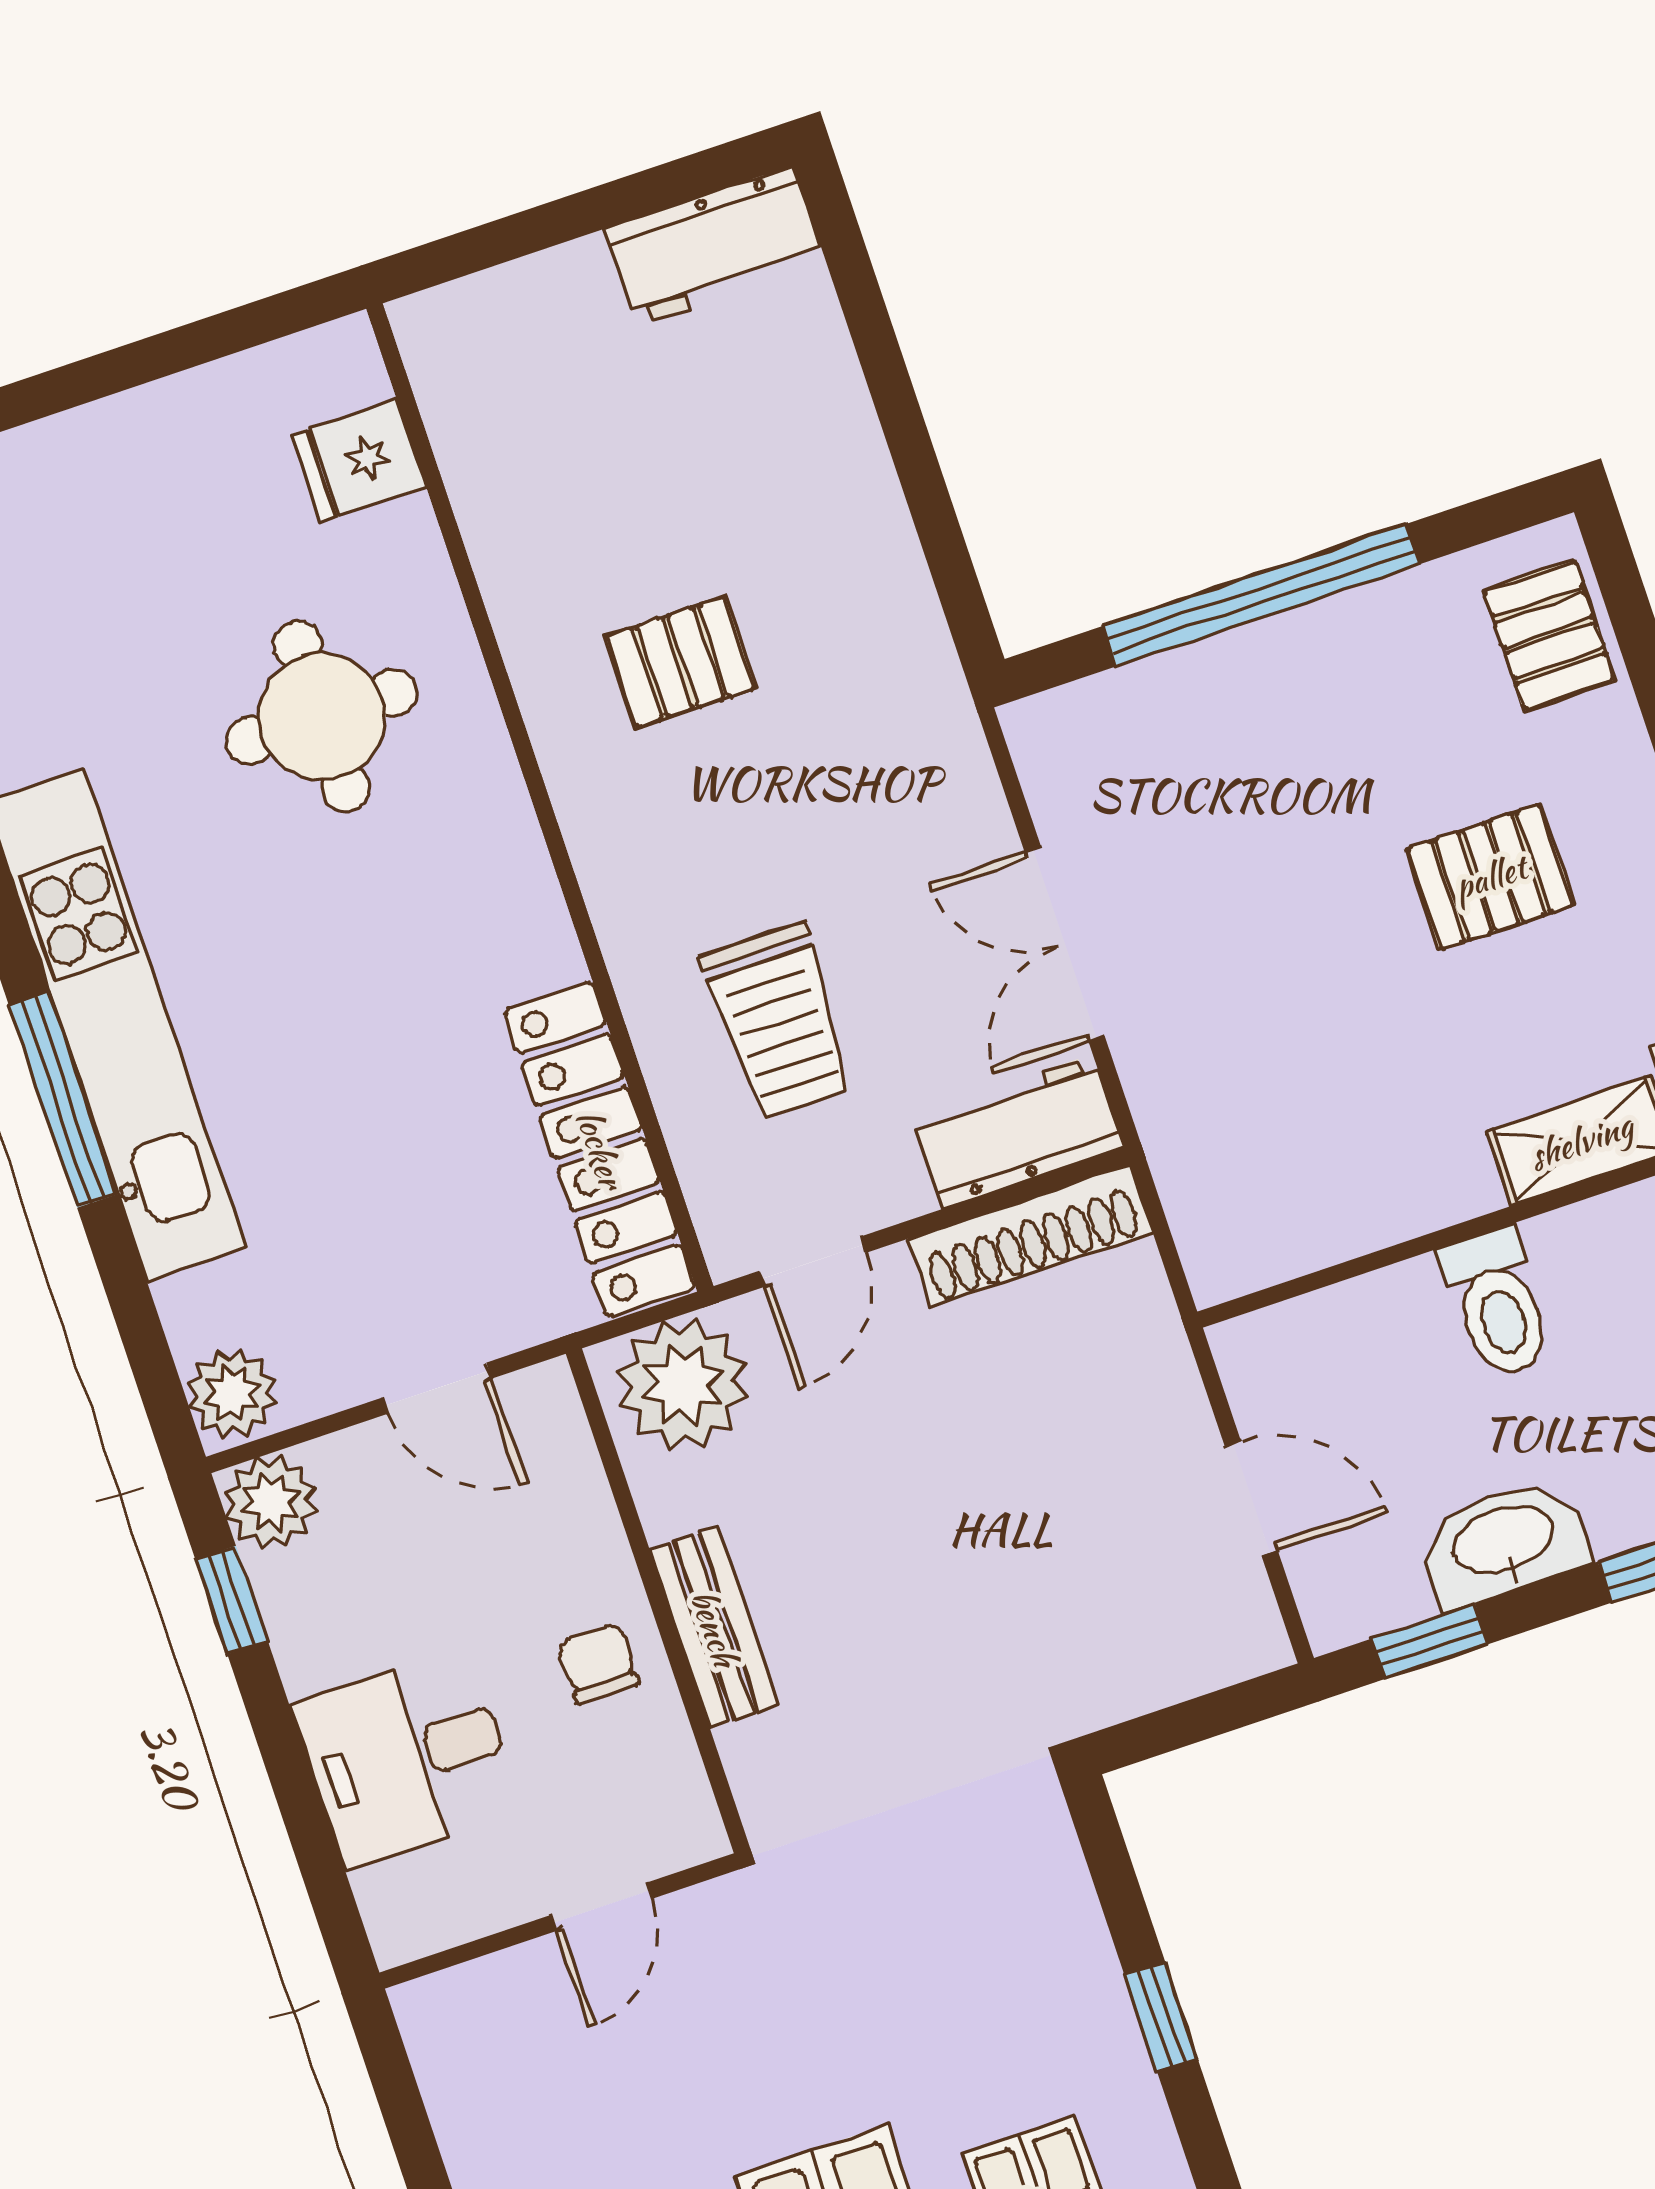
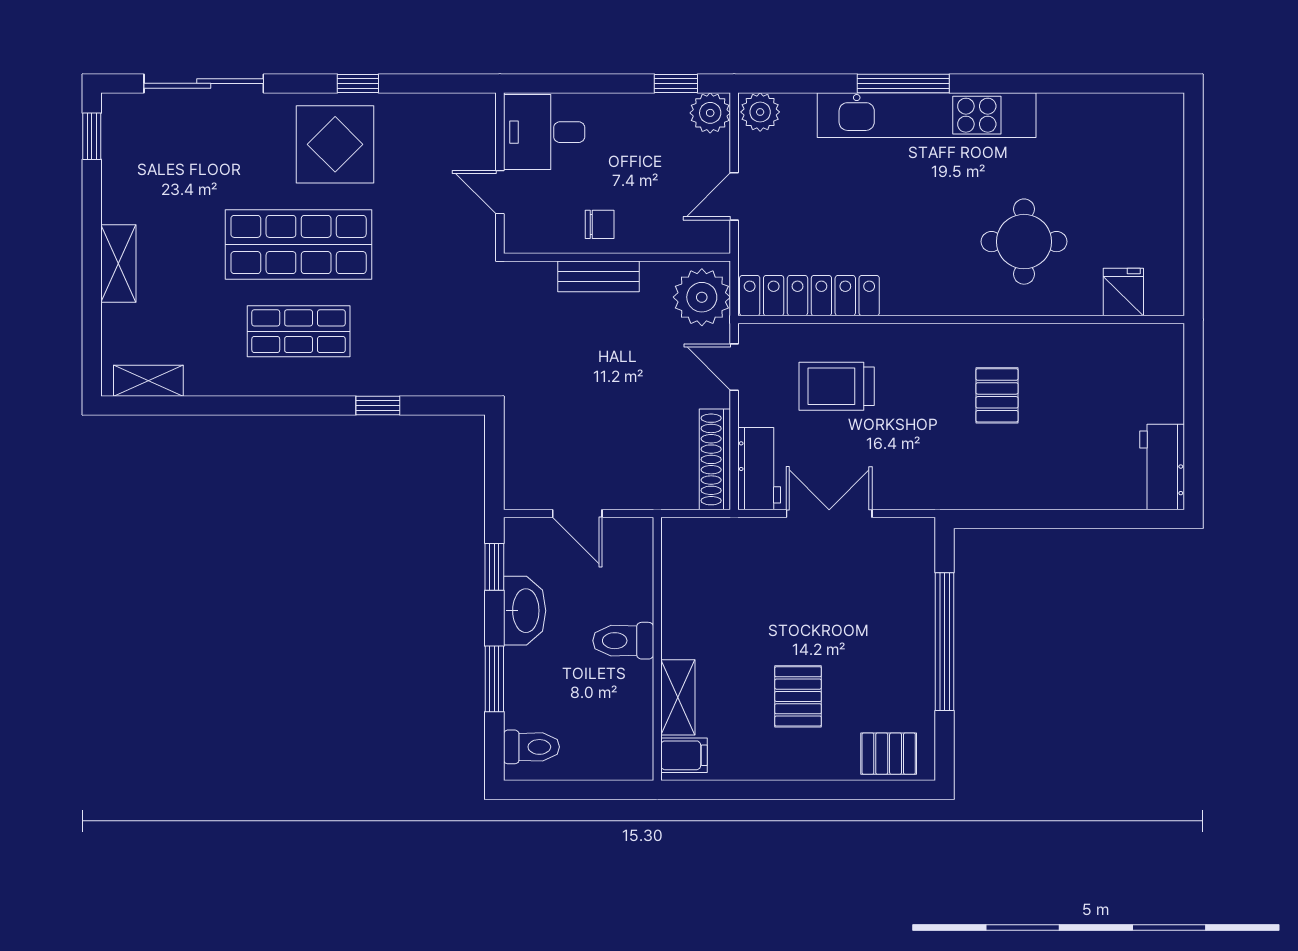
door: (1251, 1498) -> (577, 514), hinge flipped
desk: (407, 1758) -> (544, 132), moved, turned -90

